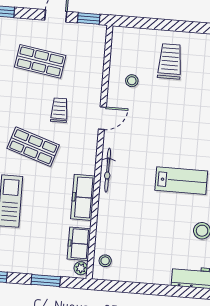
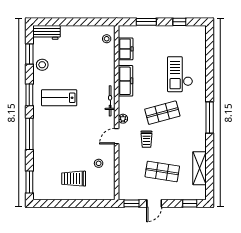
trolley: (170, 61) -> (74, 179), turned 90
shop shelf: (33, 147) -> (162, 113), turned -33
plant: (81, 268) -> (123, 119), moved

